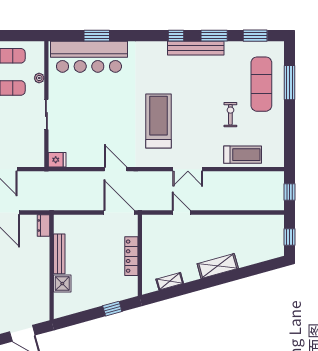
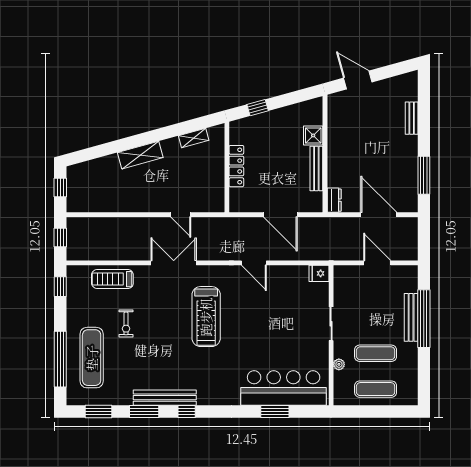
window: (289, 83) -> (60, 359), width x1.46
window: (289, 148) -> (60, 287), added
double door: (188, 169) -> (174, 263), width x1.37
door: (119, 212) -> (280, 215), moved

